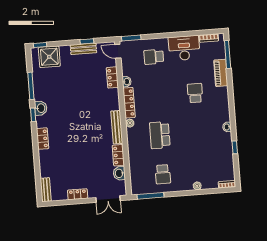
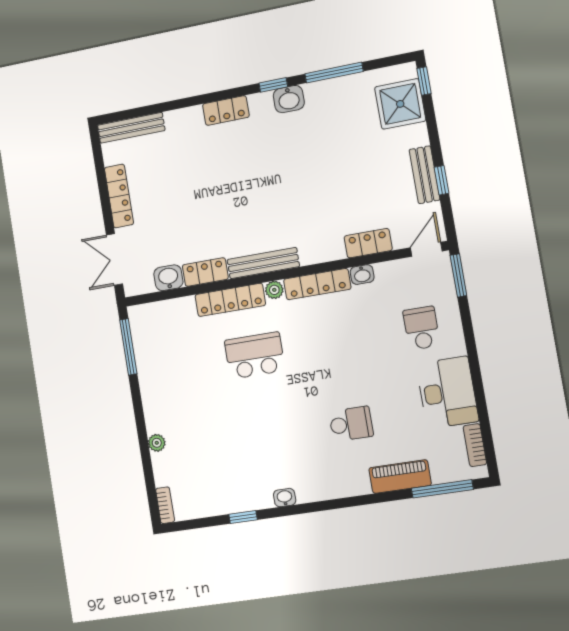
locker: (133, 144) -> (230, 300), added
school desk: (163, 174) -> (174, 369), removed
bench: (46, 190) -> (131, 128), width x1.36
locker: (78, 194) -> (119, 196), width x1.53

